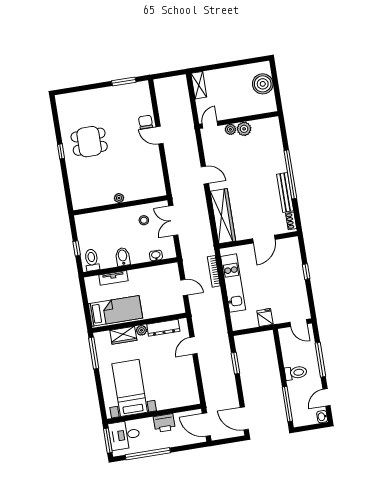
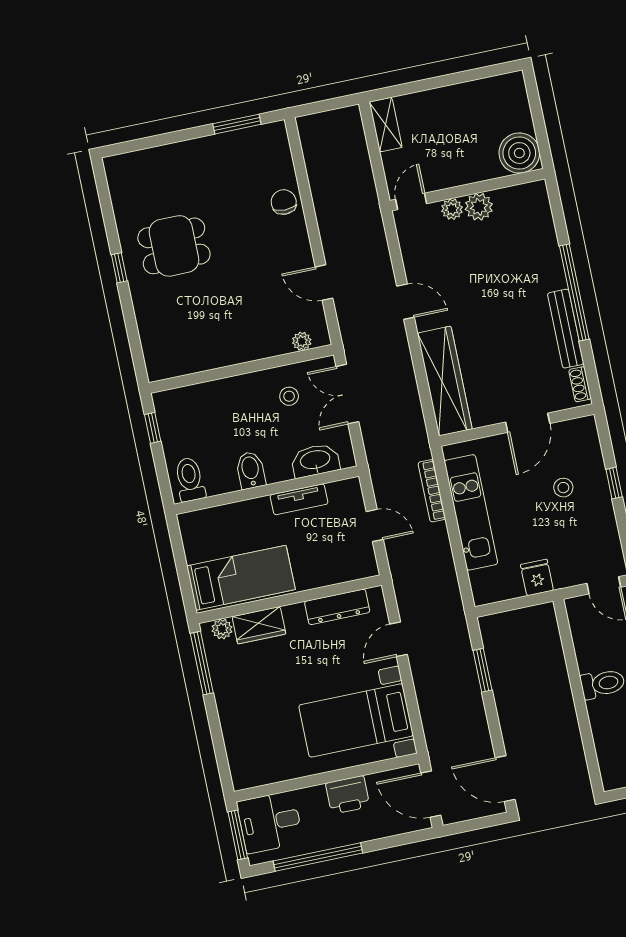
boiler: (263, 84) -> (519, 153), moved
door: (159, 135) -> (324, 283), moved
plant: (119, 198) -> (302, 341), moved
window: (77, 248) -> (153, 428), moved
washbasin: (156, 255) -> (315, 460), width x1.91, depth x1.45
stool: (280, 273) -> (563, 488), added
tv unit: (113, 278) -> (299, 499), moved
plant: (141, 330) -> (222, 629), moved
bed with nightstands: (130, 388) -> (356, 720), moved, turned -90
window: (287, 404) -> (589, 746), removed

